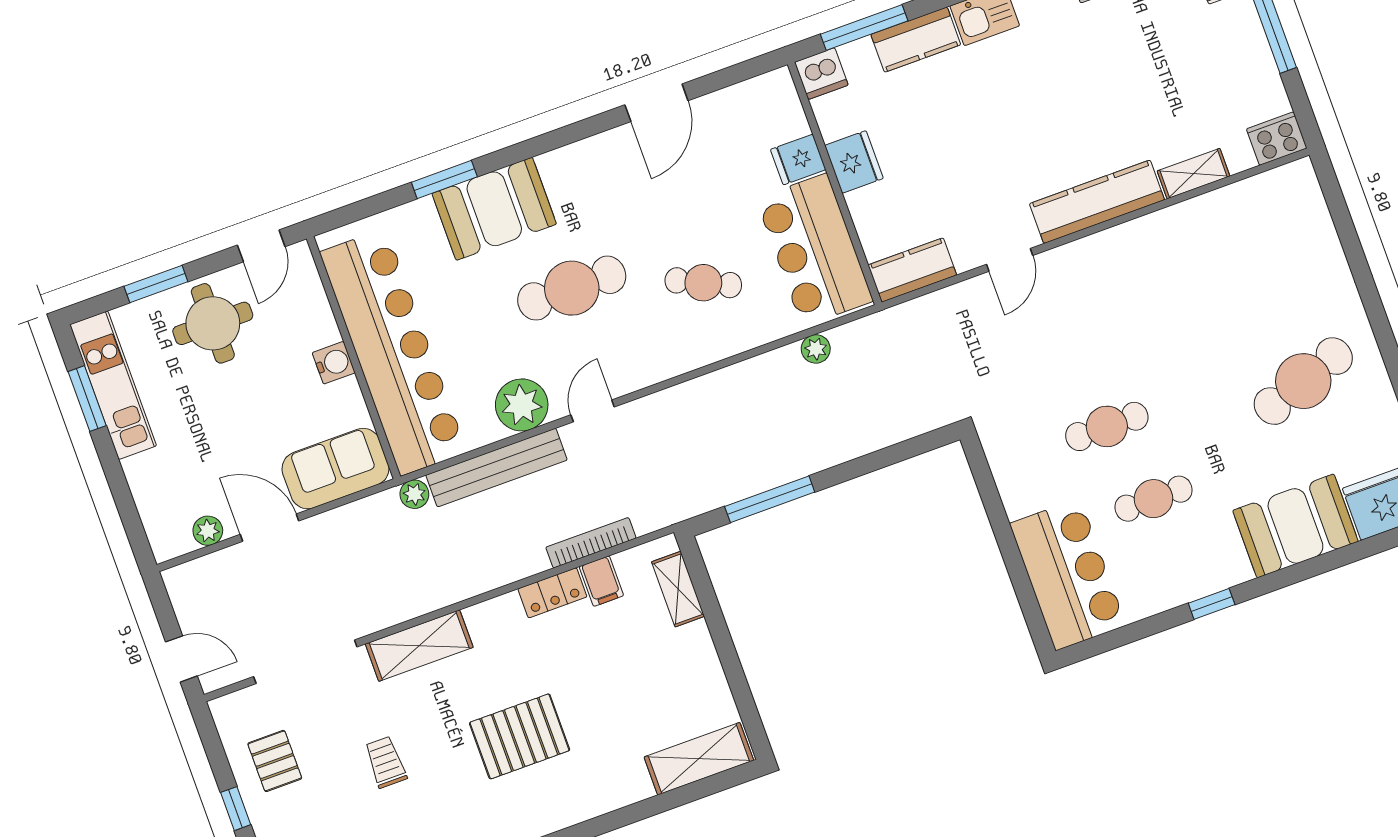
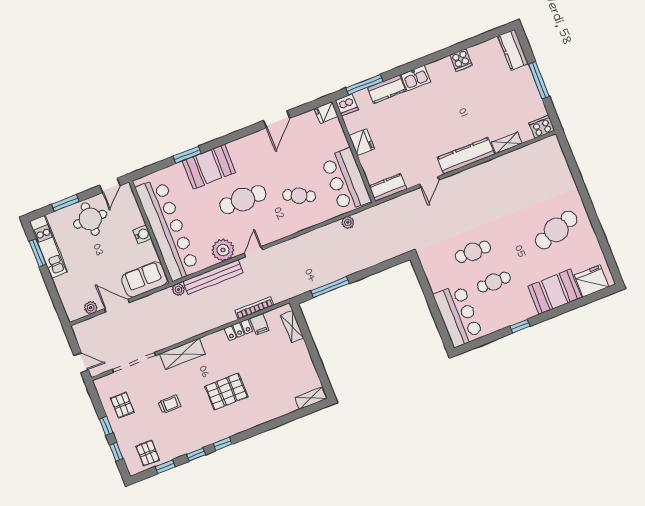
fridge: (798, 160) -> (326, 112), moved
shelving: (699, 759) -> (311, 398), width x0.67, depth x0.75
trolley: (386, 762) -> (170, 404), turned 90

